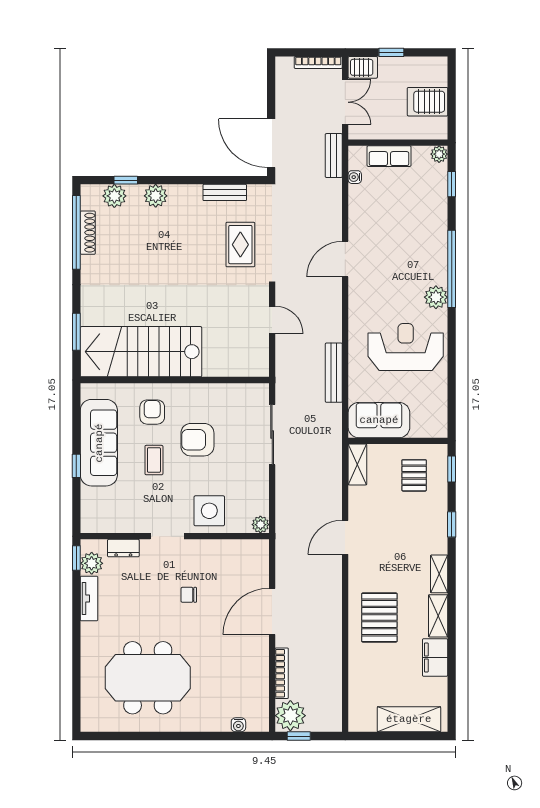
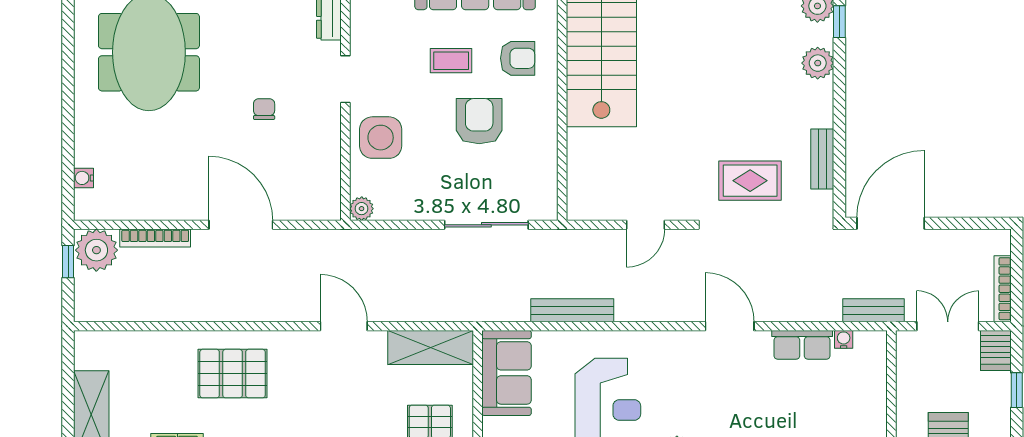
double door: (345, 102) -> (948, 326), swing flipped
row of seats: (389, 156) -> (802, 345), moved, turned -90
shelving: (357, 464) -> (431, 347), width x1.50, depth x1.33

